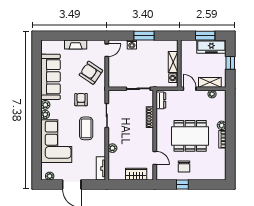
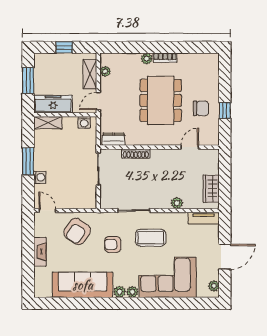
freezer: (211, 47) -> (53, 104), moved, turned -90
shelving: (173, 62) -> (48, 123), moved
wardrobe: (136, 174) -> (211, 189), moved

